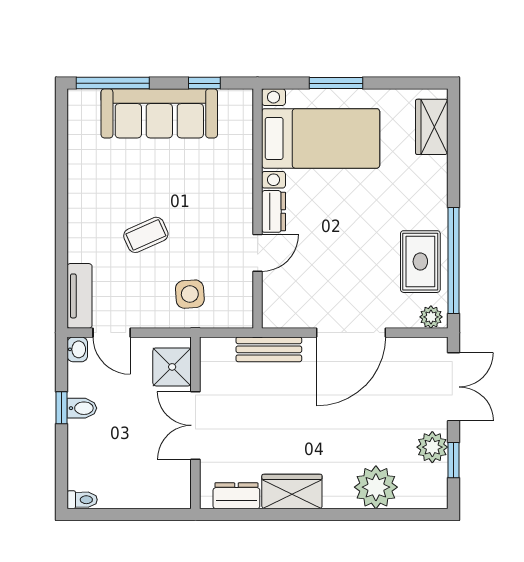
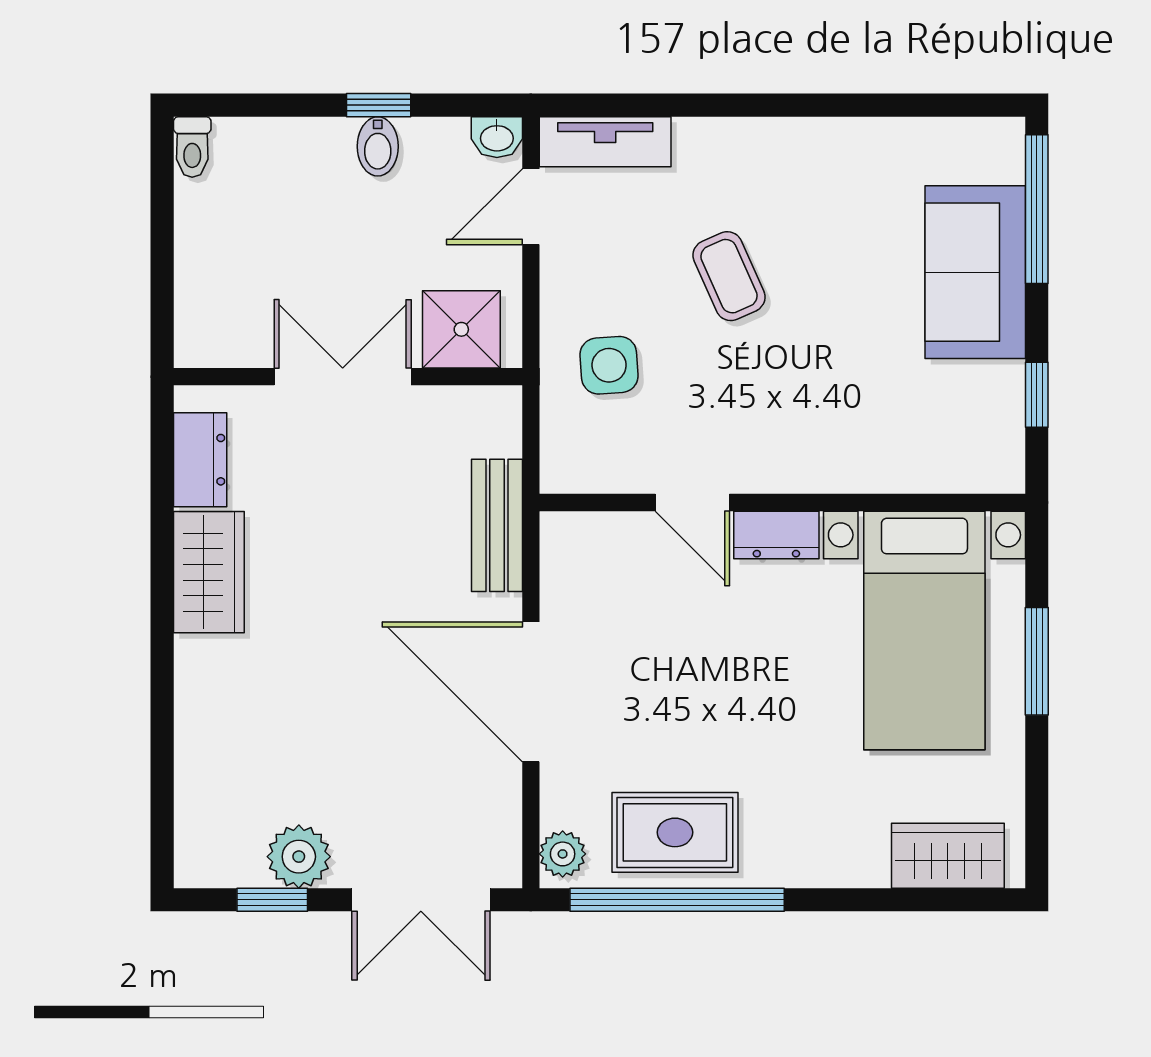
sofa: (159, 113) -> (975, 272), width x0.73
plant: (376, 487) -> (218, 742), removed

